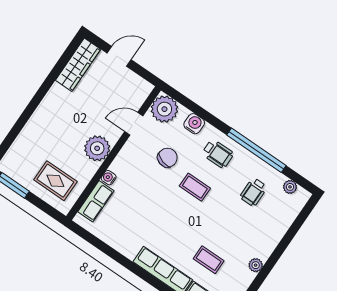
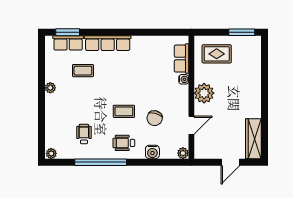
plant: (164, 109) -> (183, 153), width x0.53, depth x0.53
plant: (290, 187) -> (51, 153), moved

